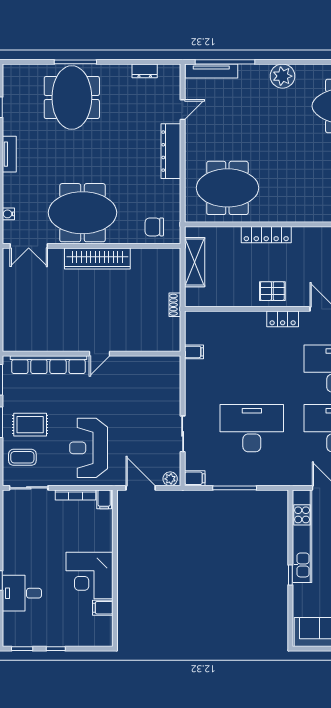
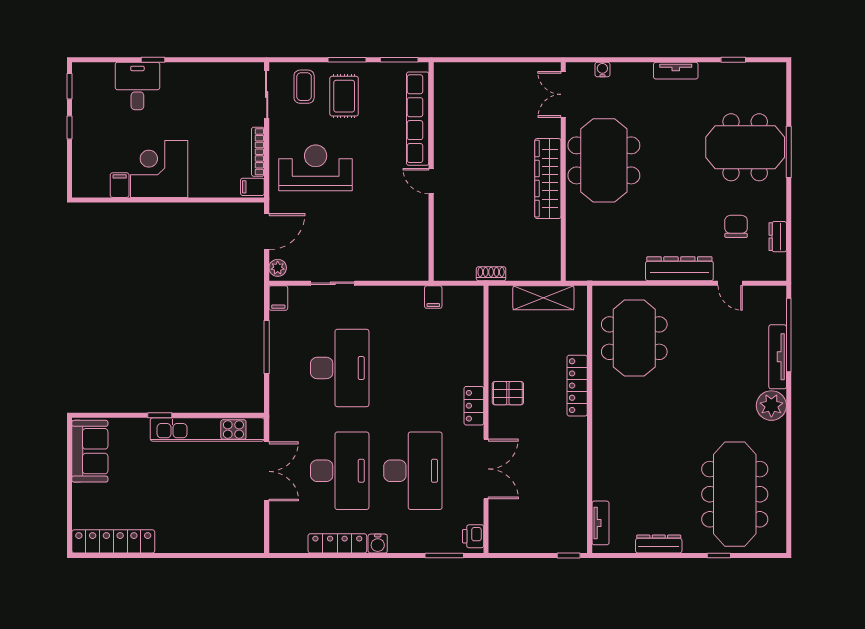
tv unit: (211, 71) -> (778, 357), moved
chair: (154, 227) -> (736, 226), moved
pallet: (272, 291) -> (508, 393), turned 90

